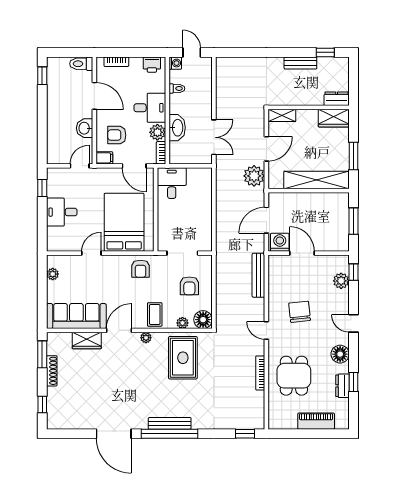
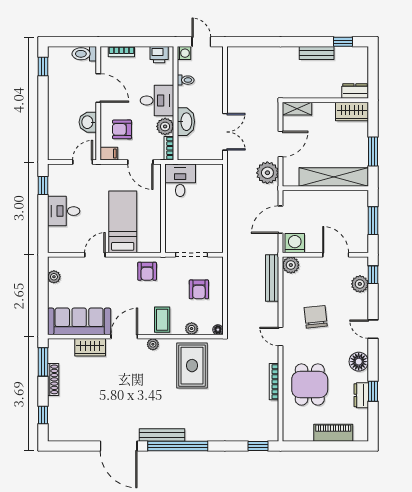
bed: (124, 222) -> (123, 222), width x0.67
door: (302, 253) -> (336, 255), moved
plant: (276, 263) -> (291, 265), added
floor lamp: (203, 320) -> (218, 330), width x0.53, depth x0.53
bench: (170, 423) -> (162, 435), moved

